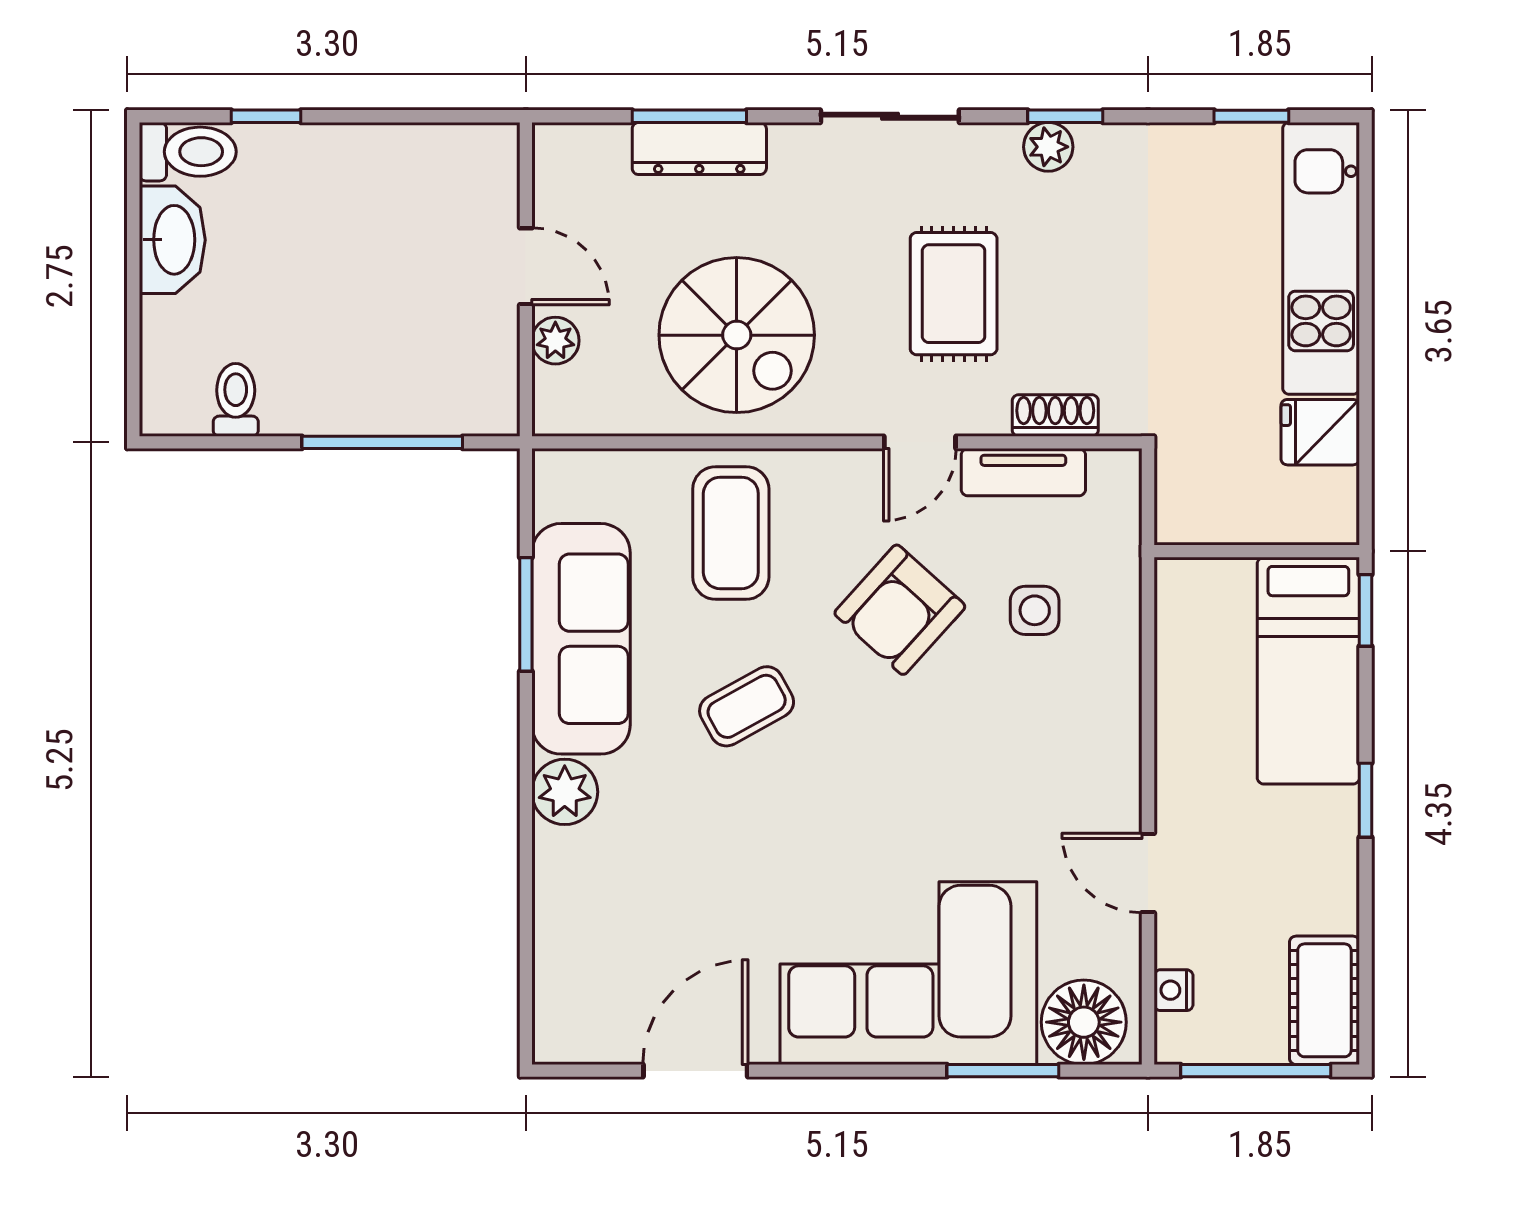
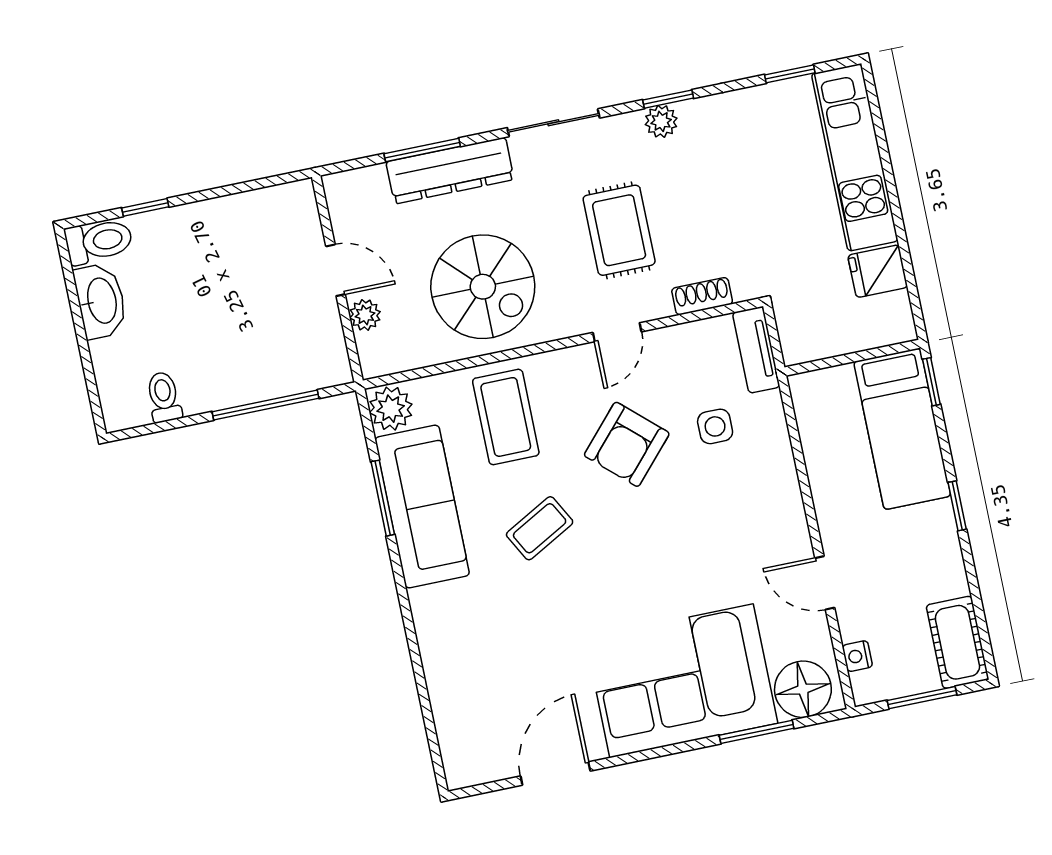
dresser: (699, 149) -> (450, 171), width x1.37, depth x1.24
tv unit: (1023, 472) -> (756, 350), moved, turned 90
plant: (565, 792) -> (391, 409), moved
window: (1256, 1071) -> (922, 698), width x0.69

